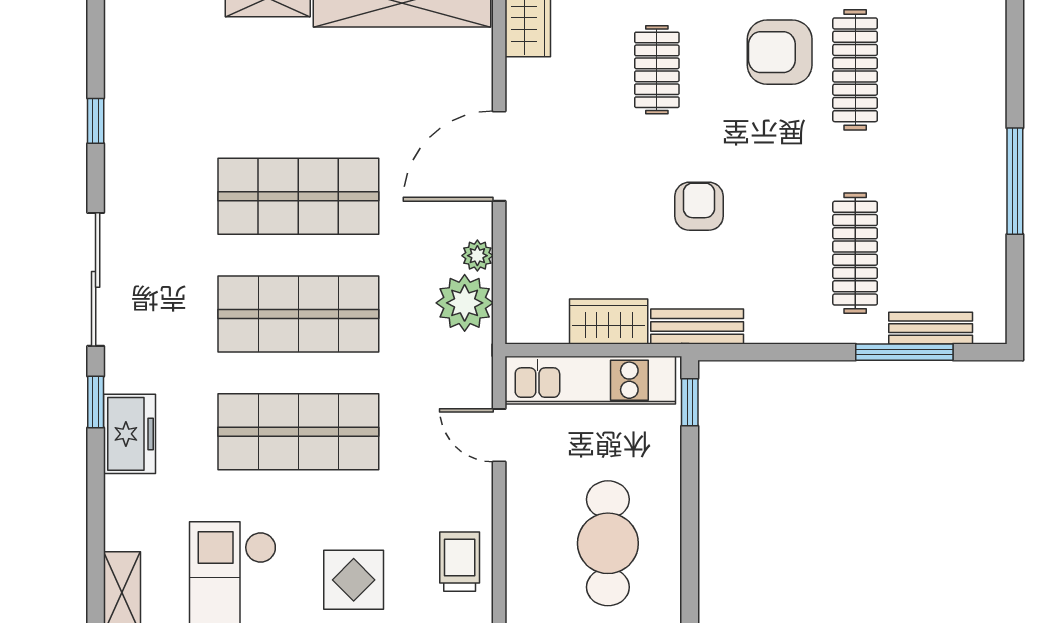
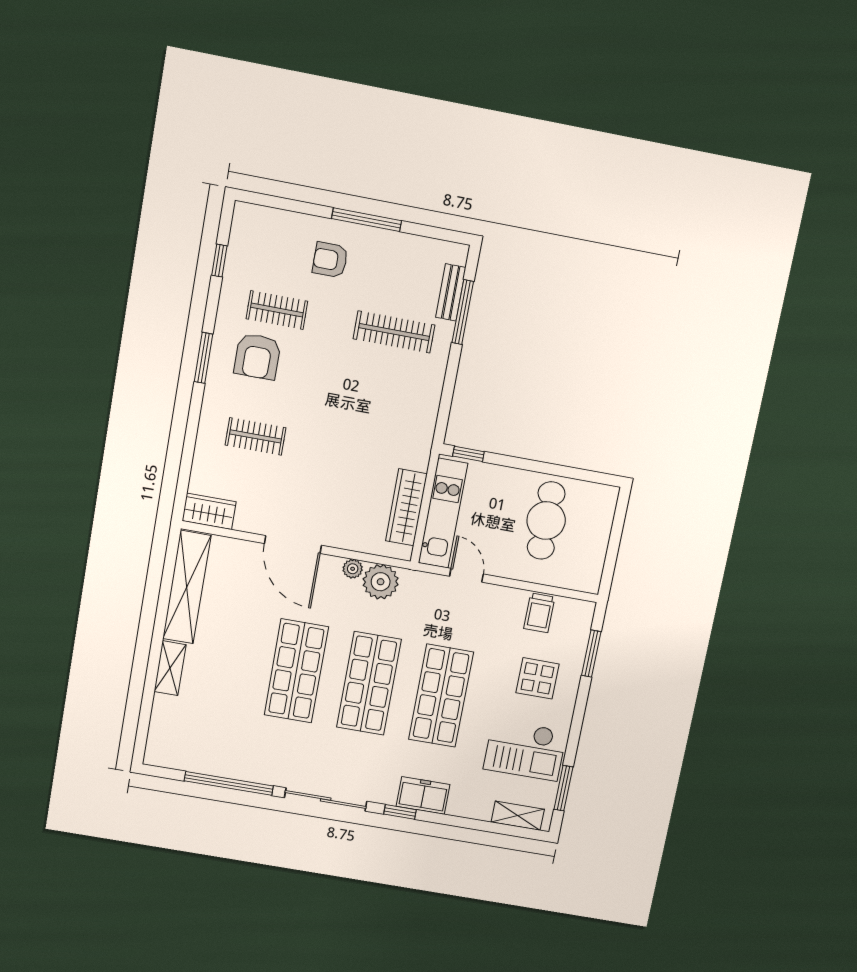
clothes rail: (855, 70) -> (277, 310), width x0.73
window: (96, 121) -> (229, 783), width x3.17
armchair: (699, 206) -> (330, 260), moved
wardrobe: (609, 322) -> (406, 507), width x1.50
bench: (697, 326) -> (422, 441), removed
door: (499, 435) -> (466, 575), swing flipped
cafe table: (608, 543) -> (546, 520), turned 90
trolley: (460, 562) -> (539, 613), turned -90

